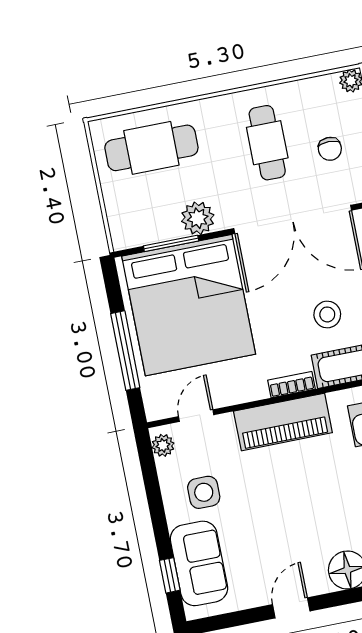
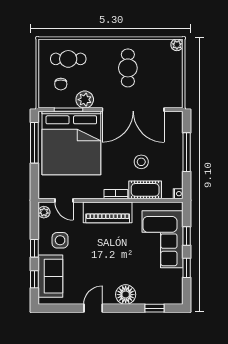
cafe table: (151, 148) -> (68, 59), width x0.73, depth x0.74
chair: (330, 149) -> (61, 84), moved
window: (125, 351) -> (34, 143), moved
door: (196, 416) -> (64, 200), swing flipped
window: (158, 517) -> (34, 248), added

